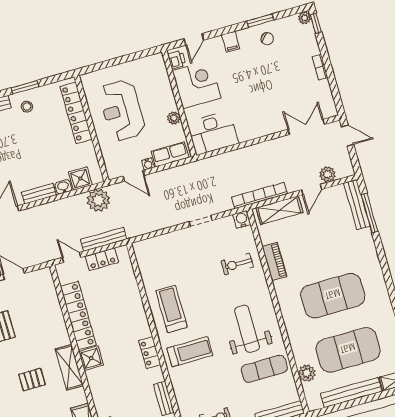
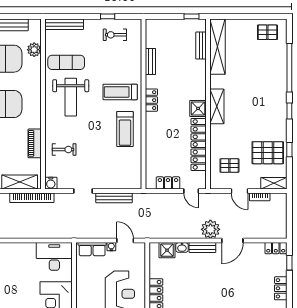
plant: (174, 118) -> (81, 277), removed
plant: (98, 200) -> (210, 229), moved
bench: (104, 239) -> (114, 198), moved
pallet: (32, 380) -> (229, 166), moved

